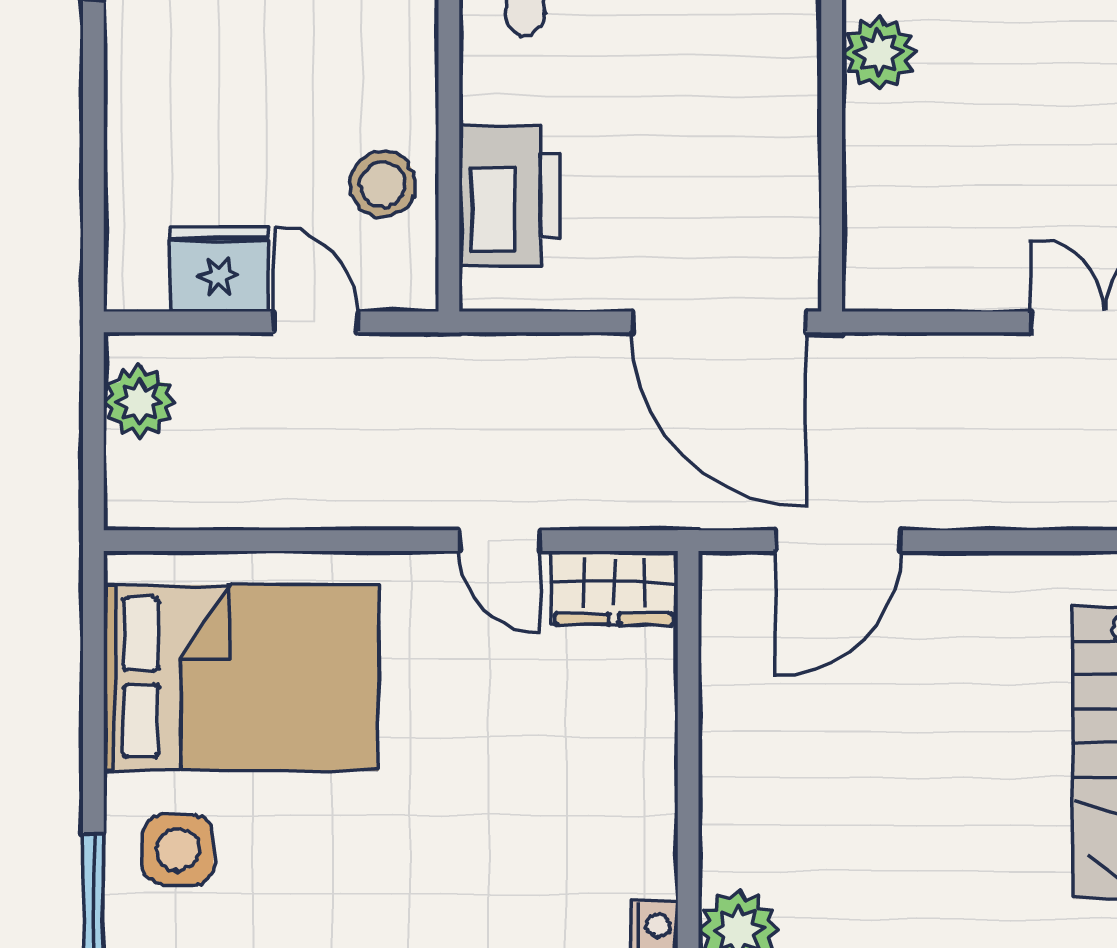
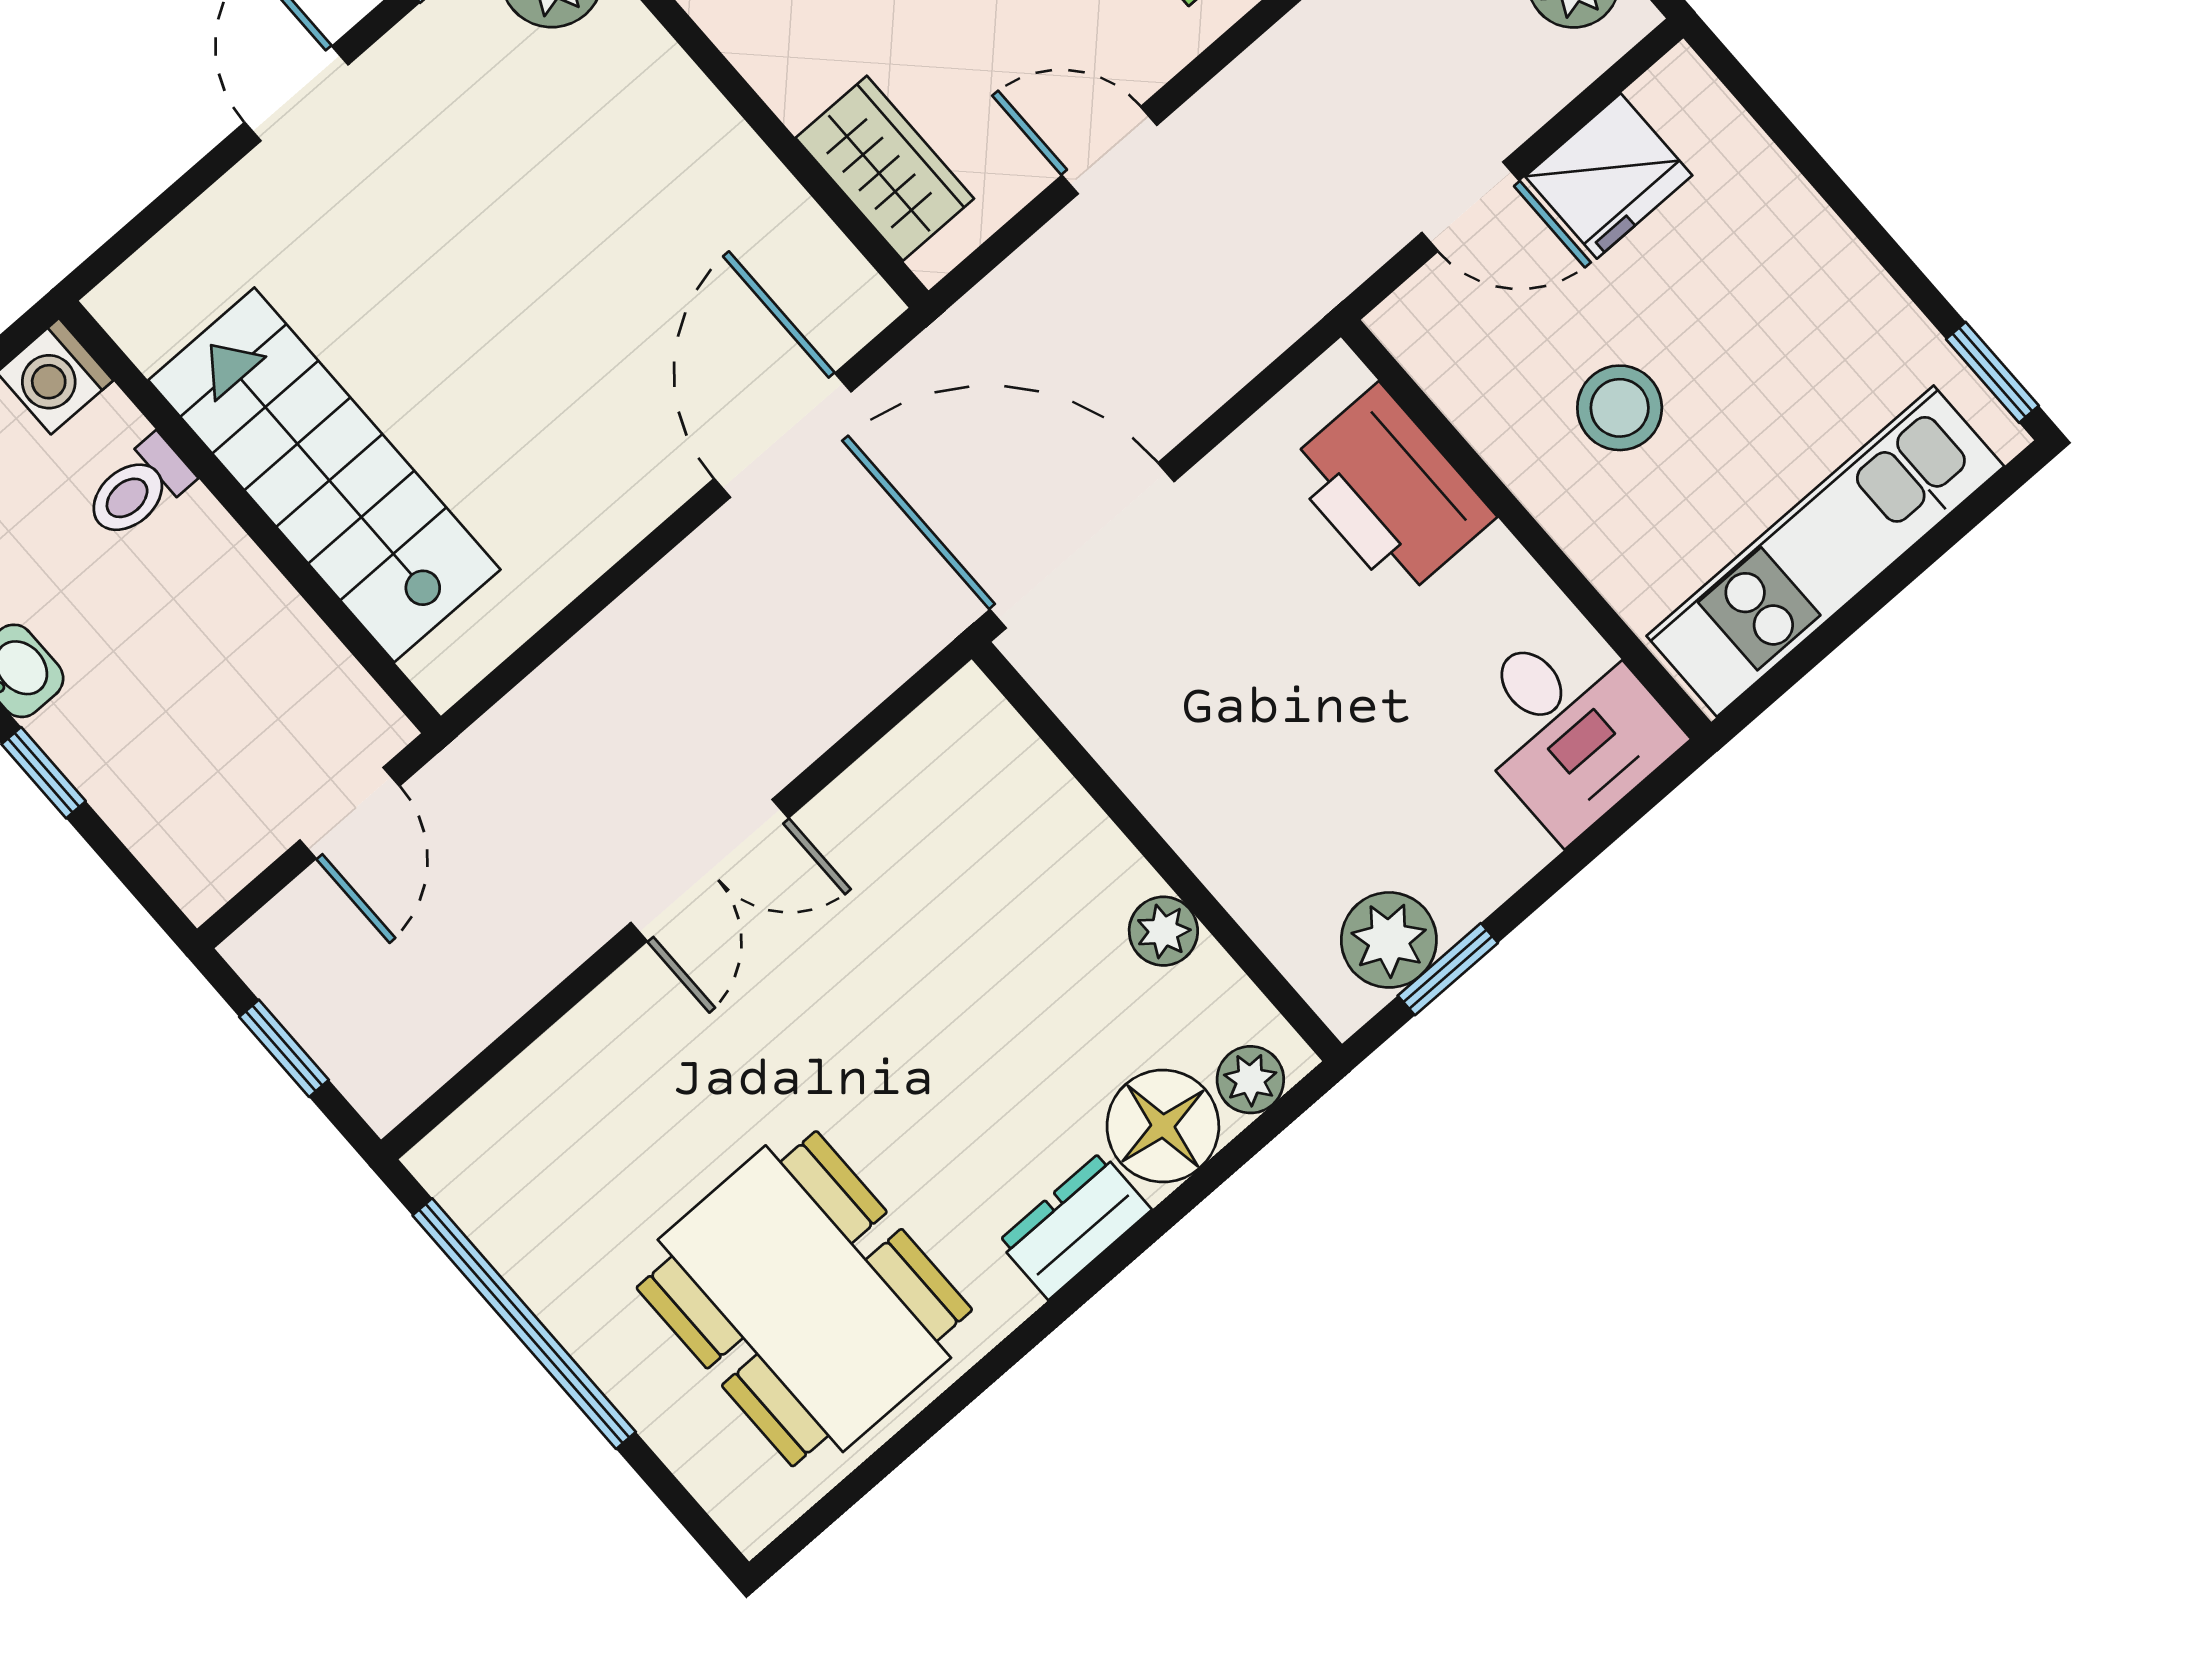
plant: (879, 53) -> (1163, 931), width x0.73, depth x0.73
stool: (383, 184) -> (1620, 408), moved
wardrobe: (614, 588) -> (885, 168), moved, turned 90

